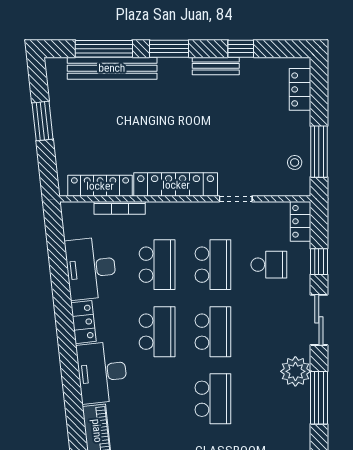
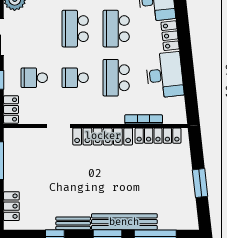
bench: (112, 68) -> (124, 222), moved
stool: (295, 162) -> (15, 153), removed
school desk: (213, 265) -> (75, 78), width x0.54

